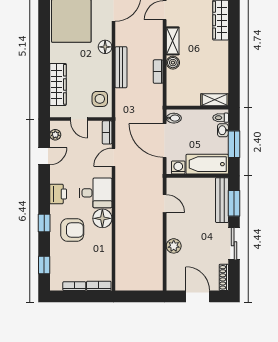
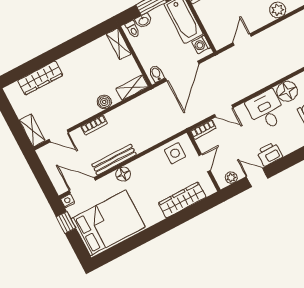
shelving: (173, 41) -> (132, 88), moved
bench: (121, 67) -> (114, 160), moved
bookcase: (158, 72) -> (94, 125), moved
printer: (58, 194) -> (270, 154), moved

